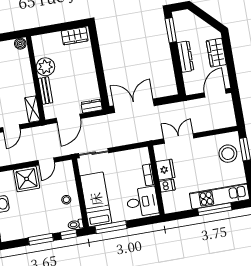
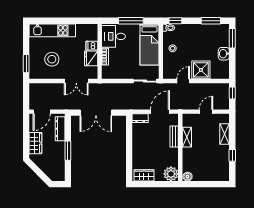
window: (171, 30) -> (68, 151), moved
dresser: (185, 57) -> (60, 129), moved
plant: (45, 67) -> (171, 174), moved
double door: (134, 106) -> (96, 113), moved
shelving: (33, 109) -> (187, 137), moved
stool: (228, 154) -> (52, 59), moved
window: (215, 209) -> (58, 21), removed
window: (111, 227) -> (131, 21), moved
window: (41, 239) -> (211, 21), moved

